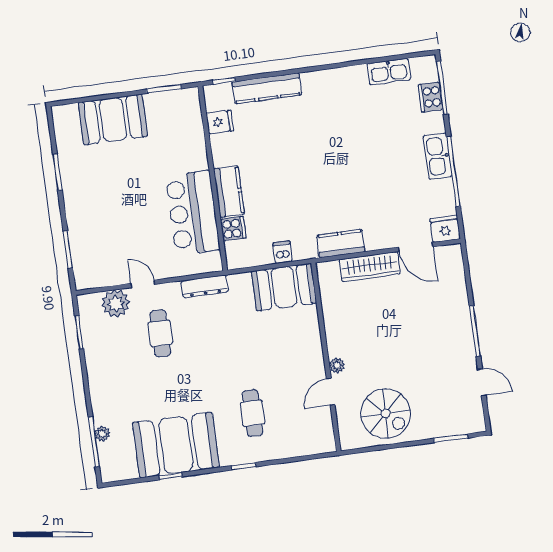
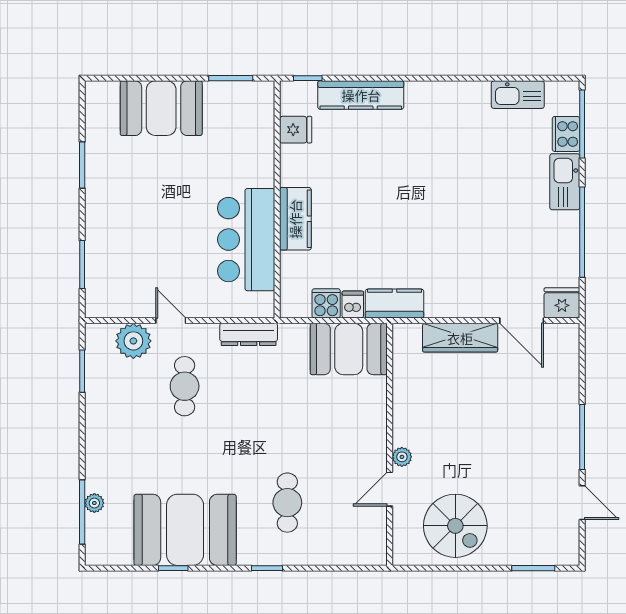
kitchen sink: (438, 156) -> (565, 182), moved
cooker: (233, 229) -> (326, 303), moved, turned -90
kitchen counter: (341, 244) -> (395, 304), moved

